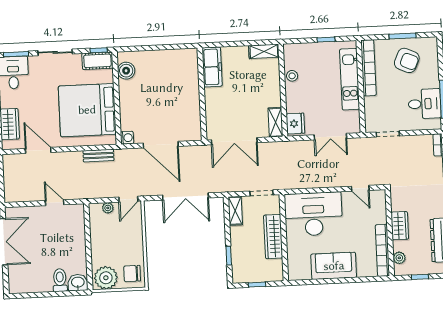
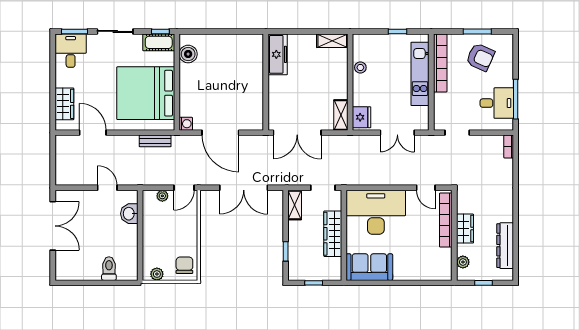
bookcase: (382, 250) -> (446, 220), moved
sofa: (334, 266) -> (369, 267), moved
chair: (132, 274) -> (184, 265), turned 90
plant: (106, 278) -> (157, 274), width x0.53, depth x0.53
washbasin: (78, 283) -> (129, 214), moved, turned -90

